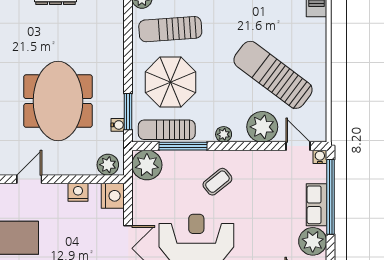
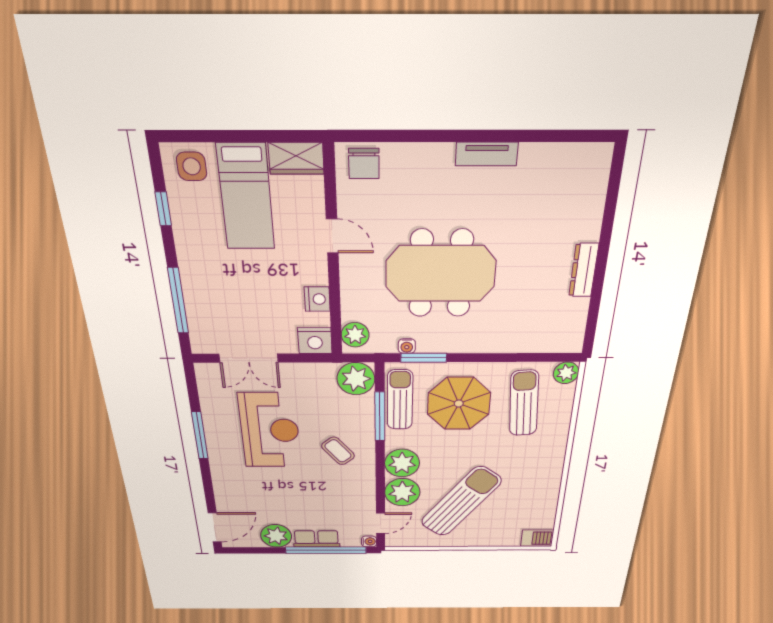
plant: (224, 134) -> (402, 463), width x1.88, depth x1.88

